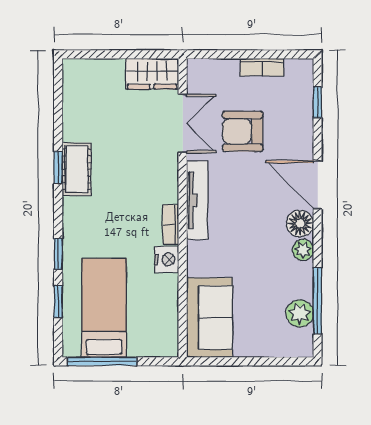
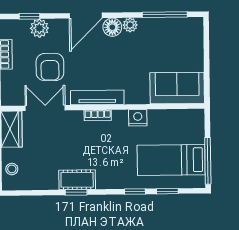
stool: (94, 73) -> (12, 169), added
bookcase: (171, 224) -> (98, 115), moved
plant: (300, 313) -> (39, 28), moved

